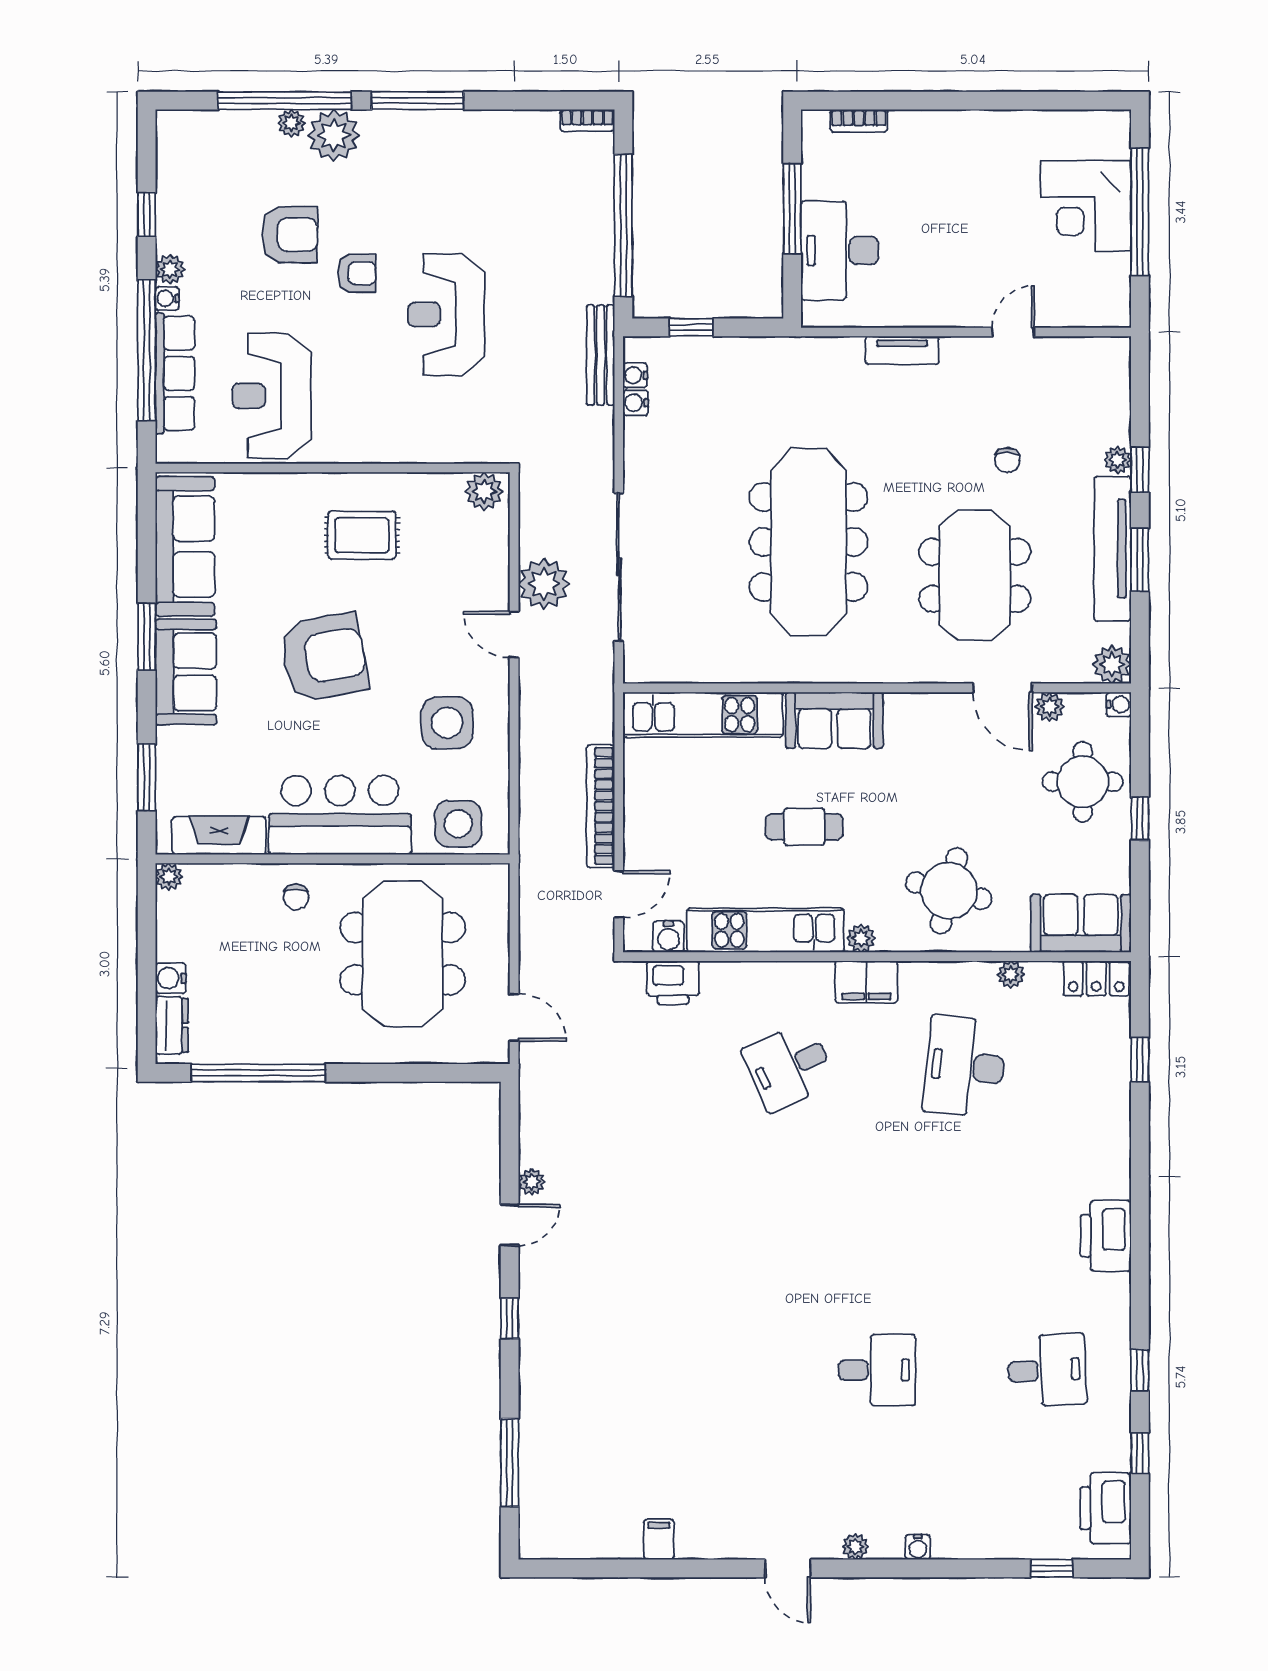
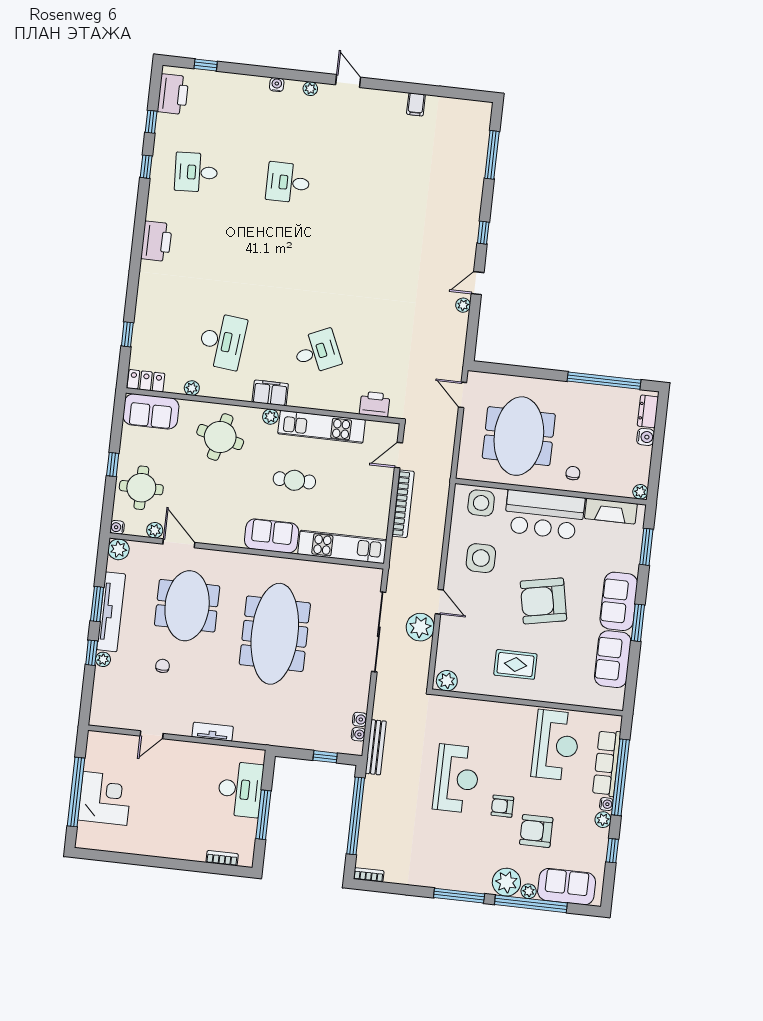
sofa: (223, 139) -> (567, 887), added
sofa: (185, 546) -> (613, 659), width x0.73
water cooler: (668, 937) -> (374, 429), removed

